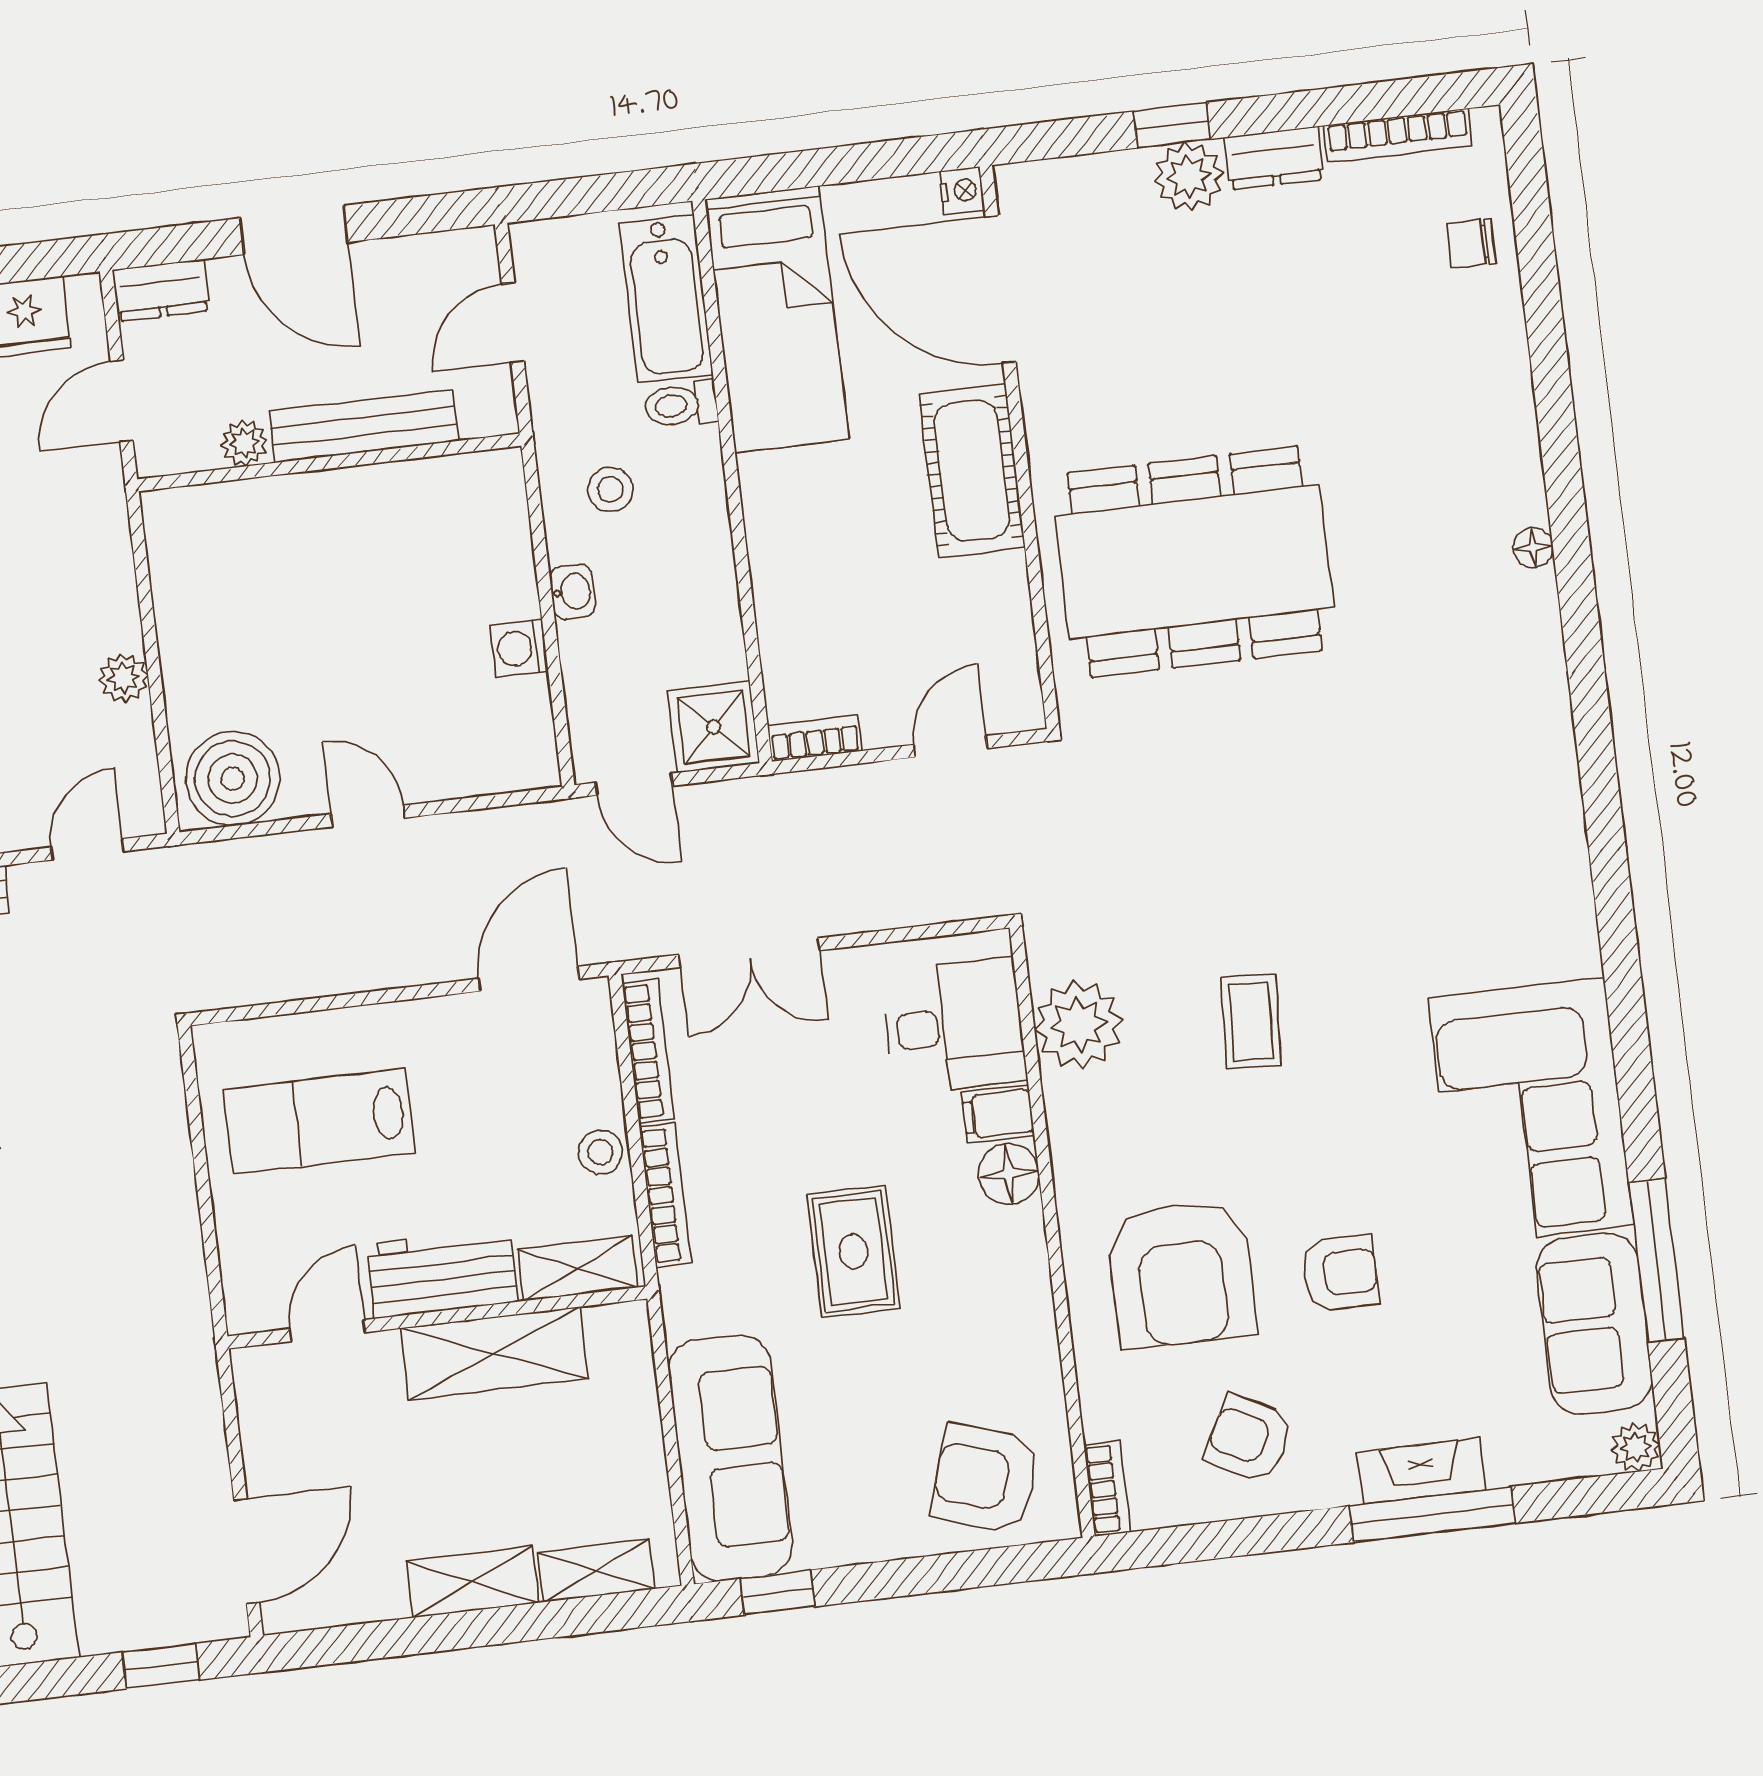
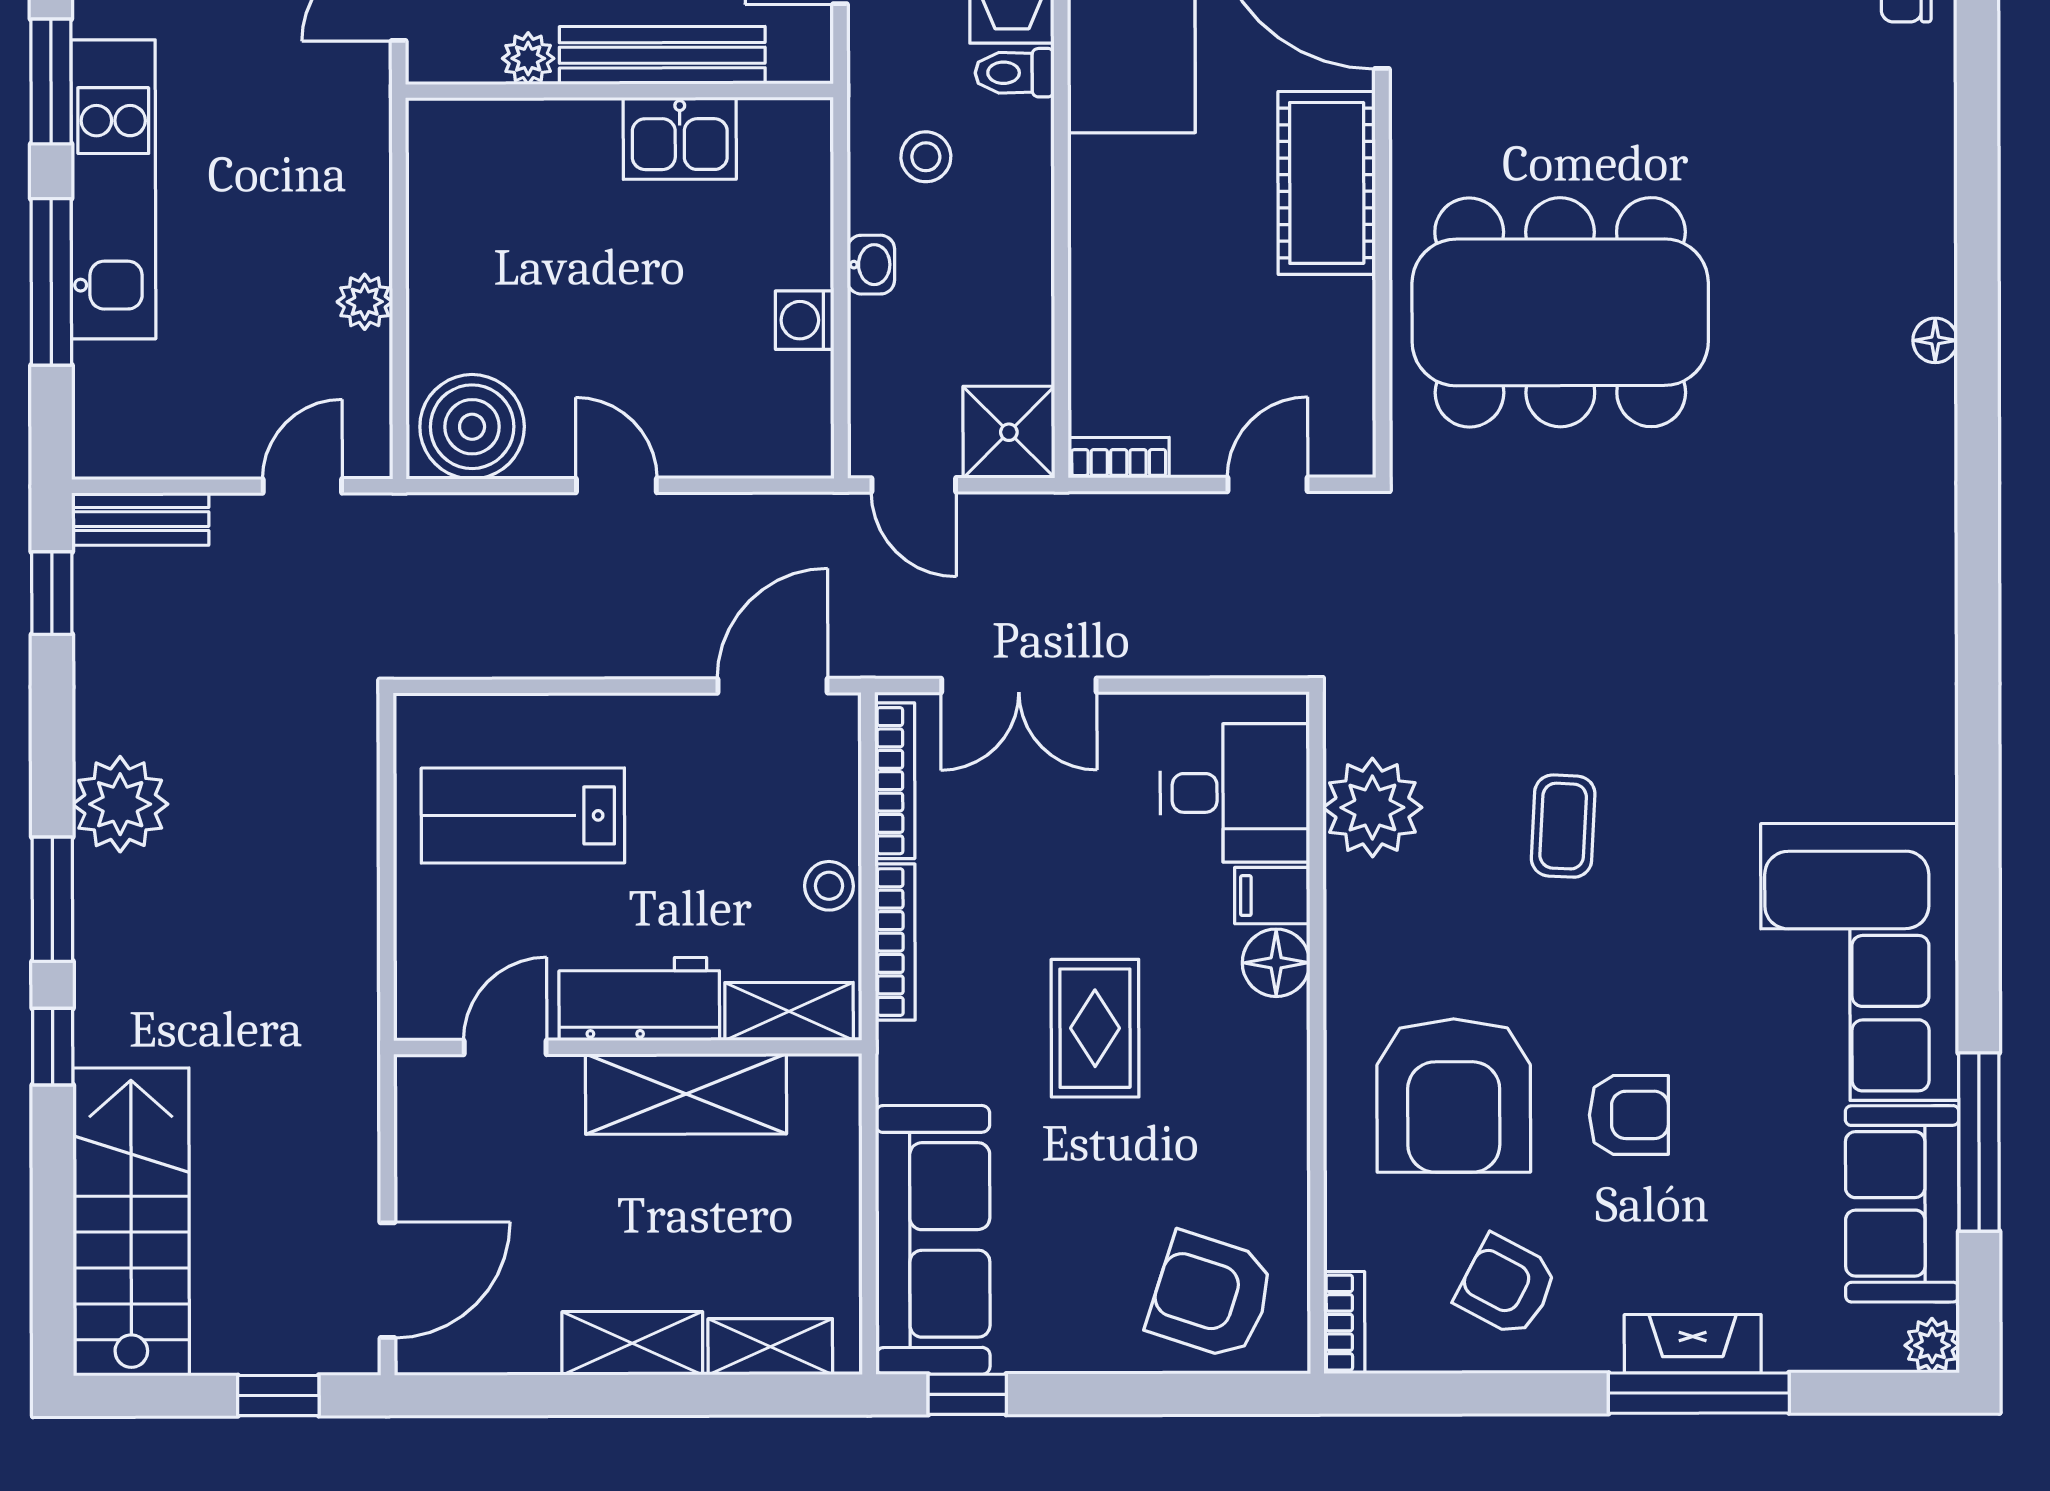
kitchen sink: (388, 499) -> (680, 138), added

